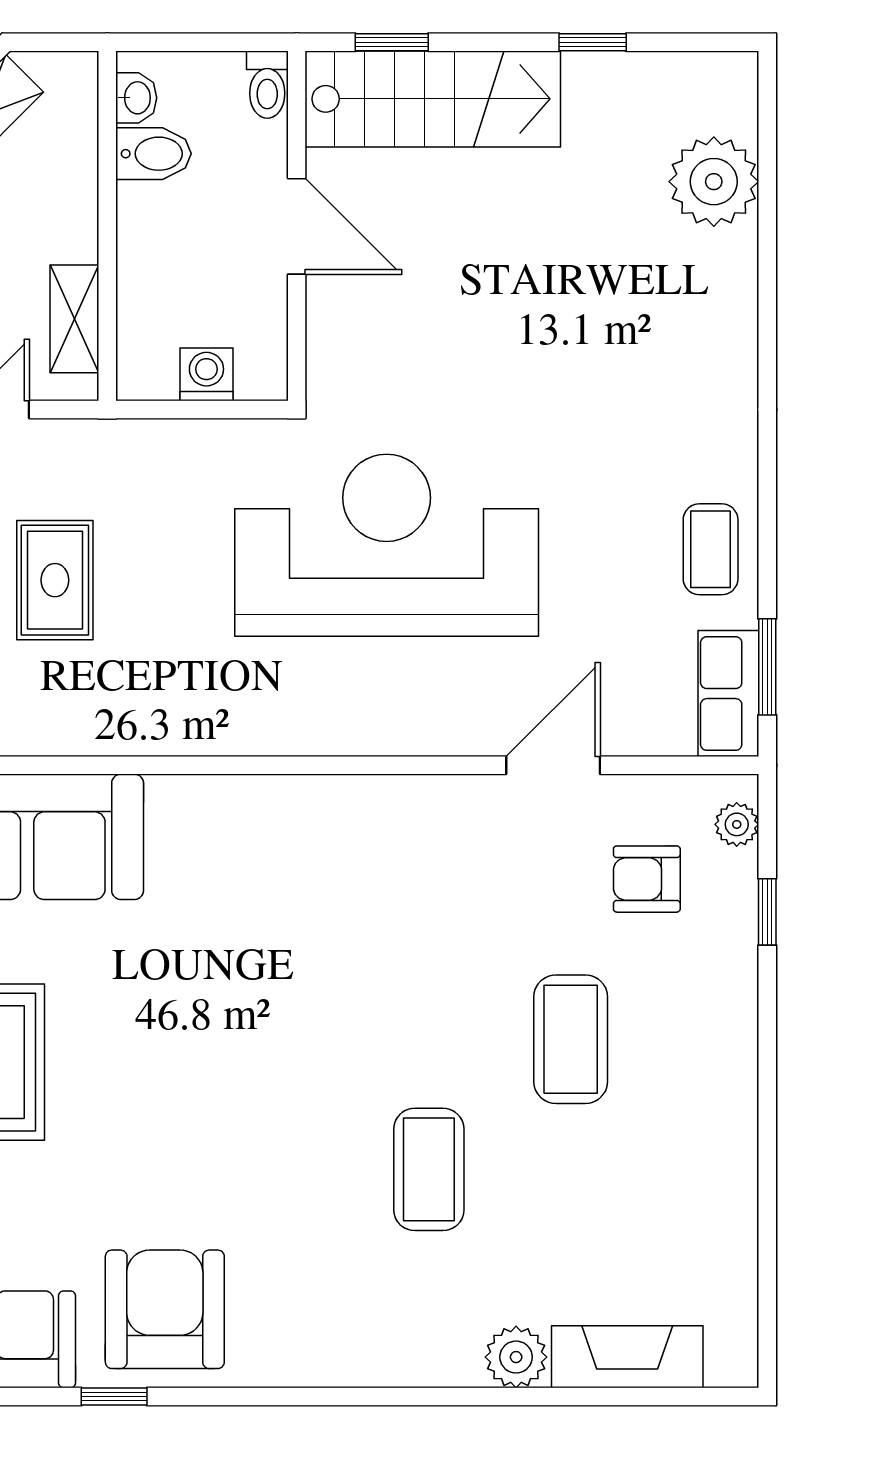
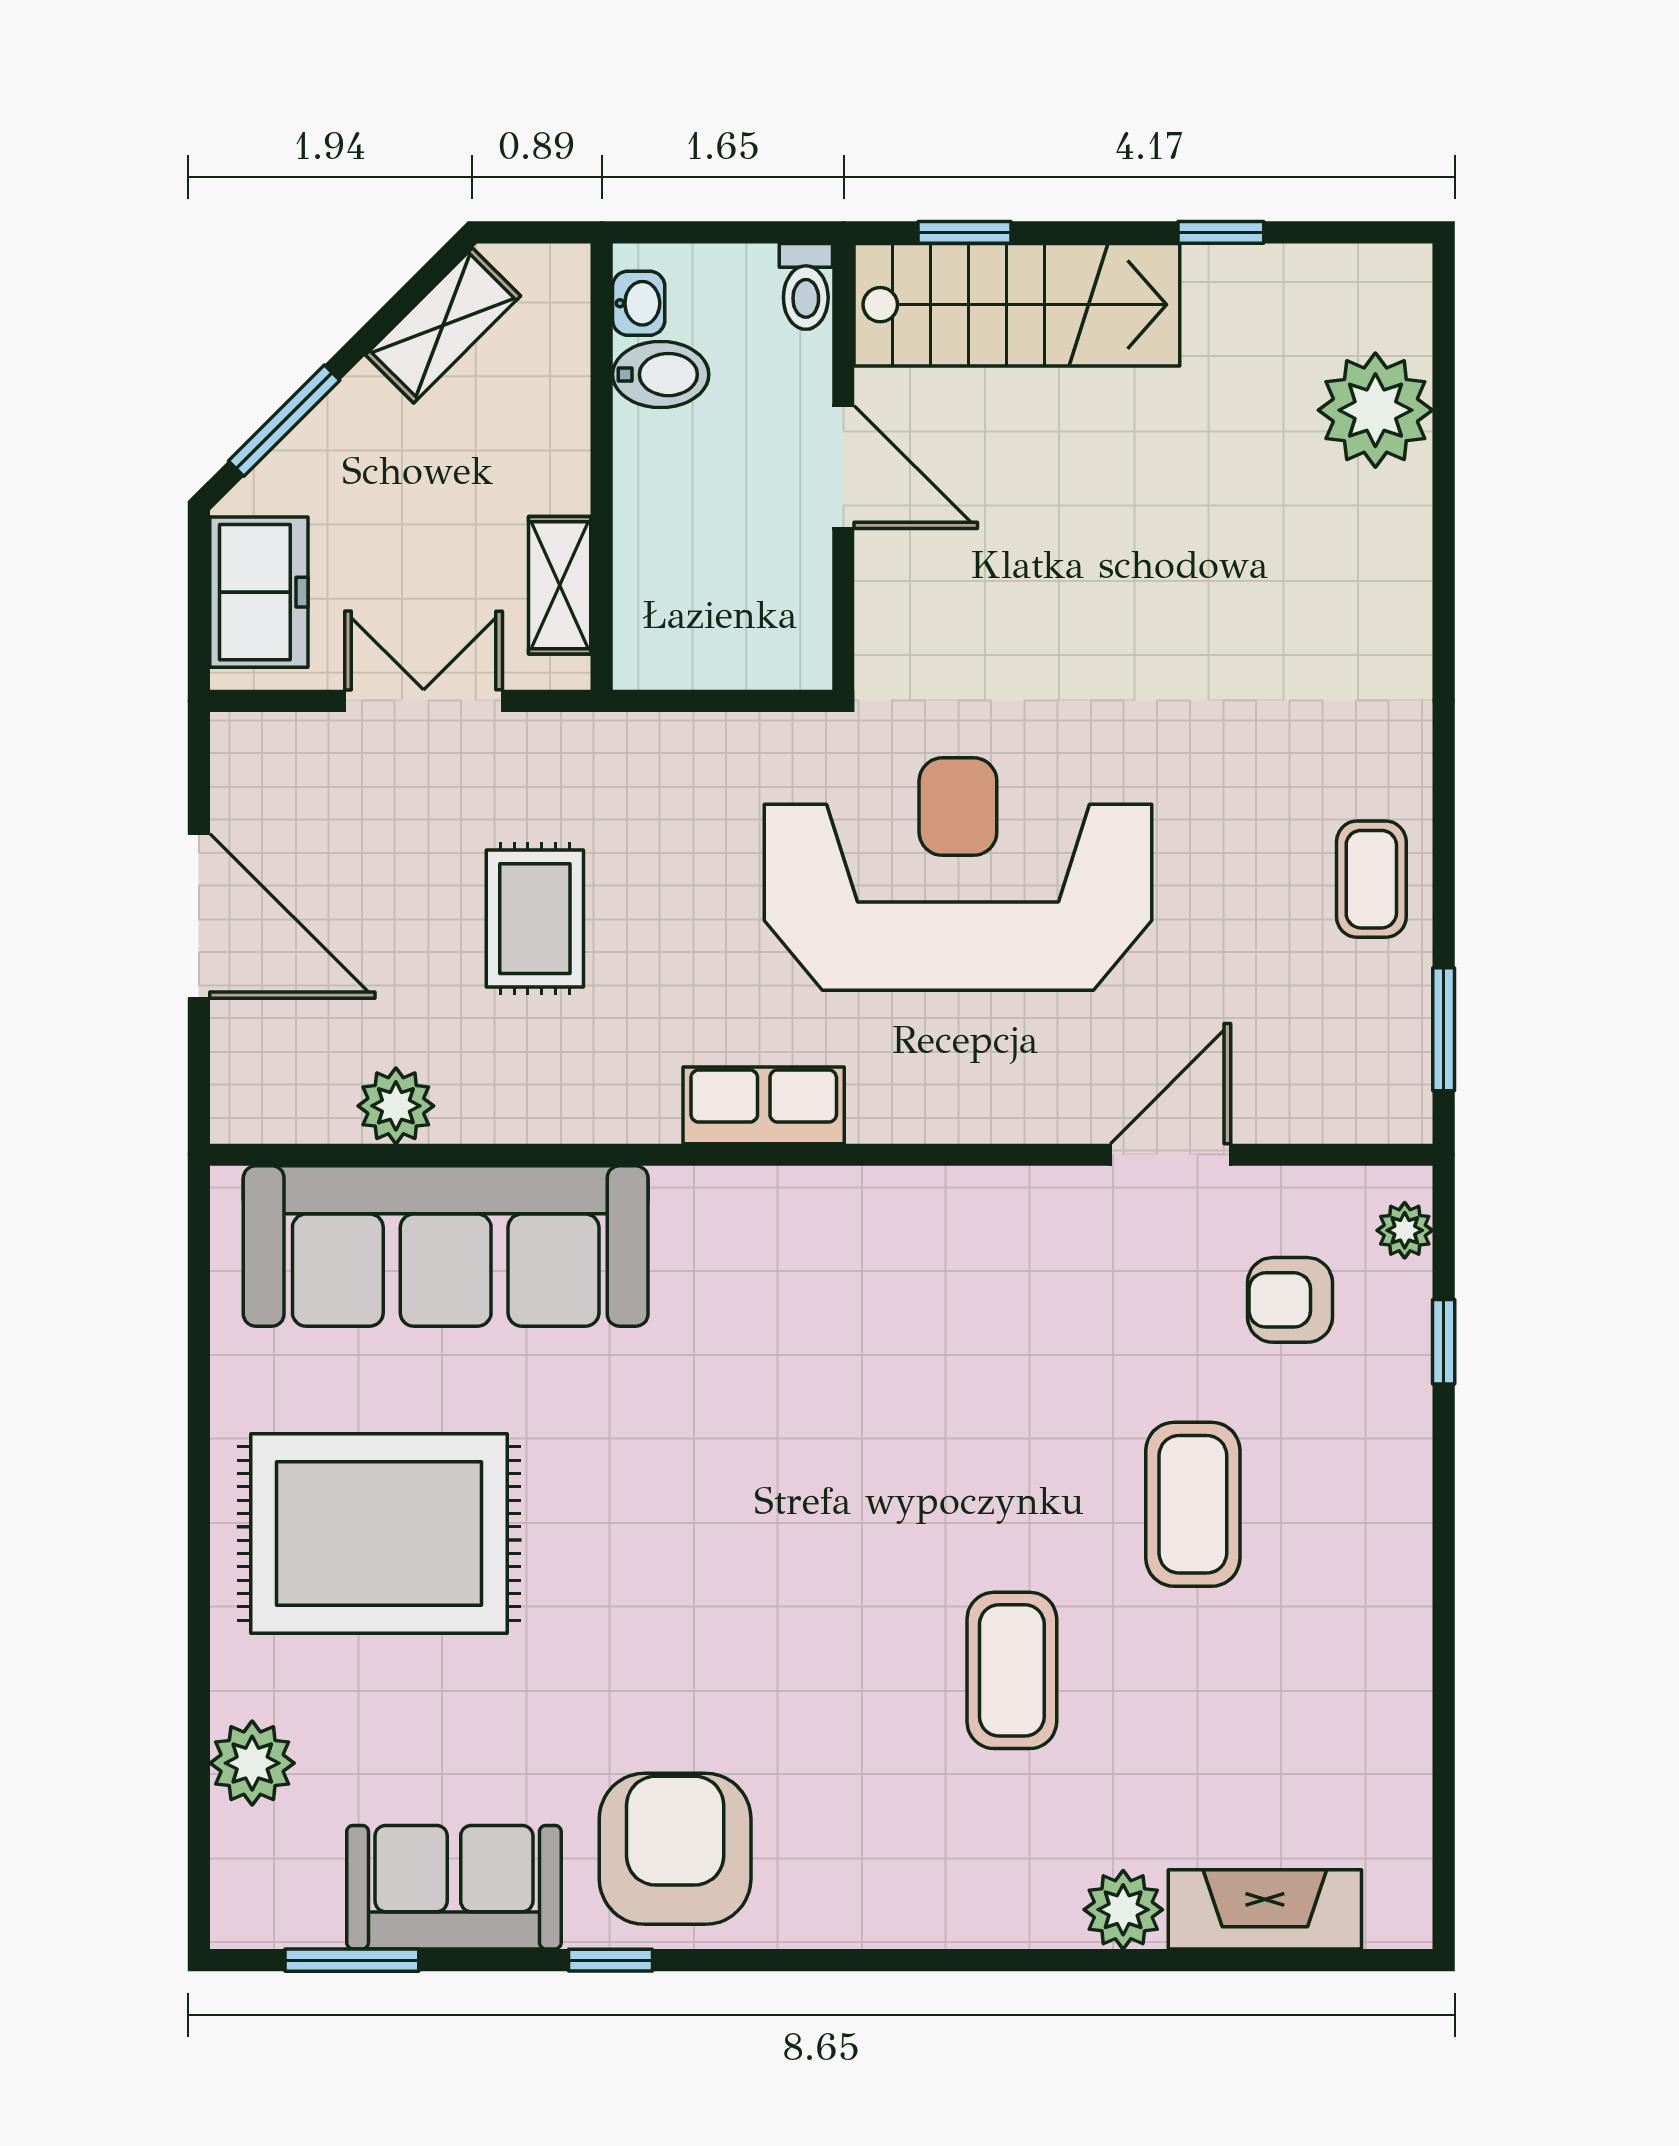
washing machine: (206, 374) -> (728, 656), removed
row of seats: (728, 694) -> (764, 1105), moved, turned 90

